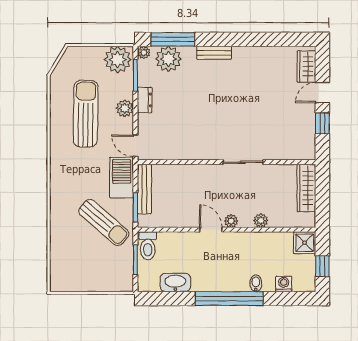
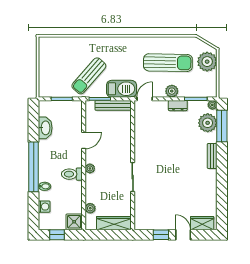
plant: (118, 60) -> (207, 62), moved
plant: (261, 221) -> (90, 208), moved
door: (211, 230) -> (84, 140), moved
toilet: (148, 246) -> (72, 174), moved

